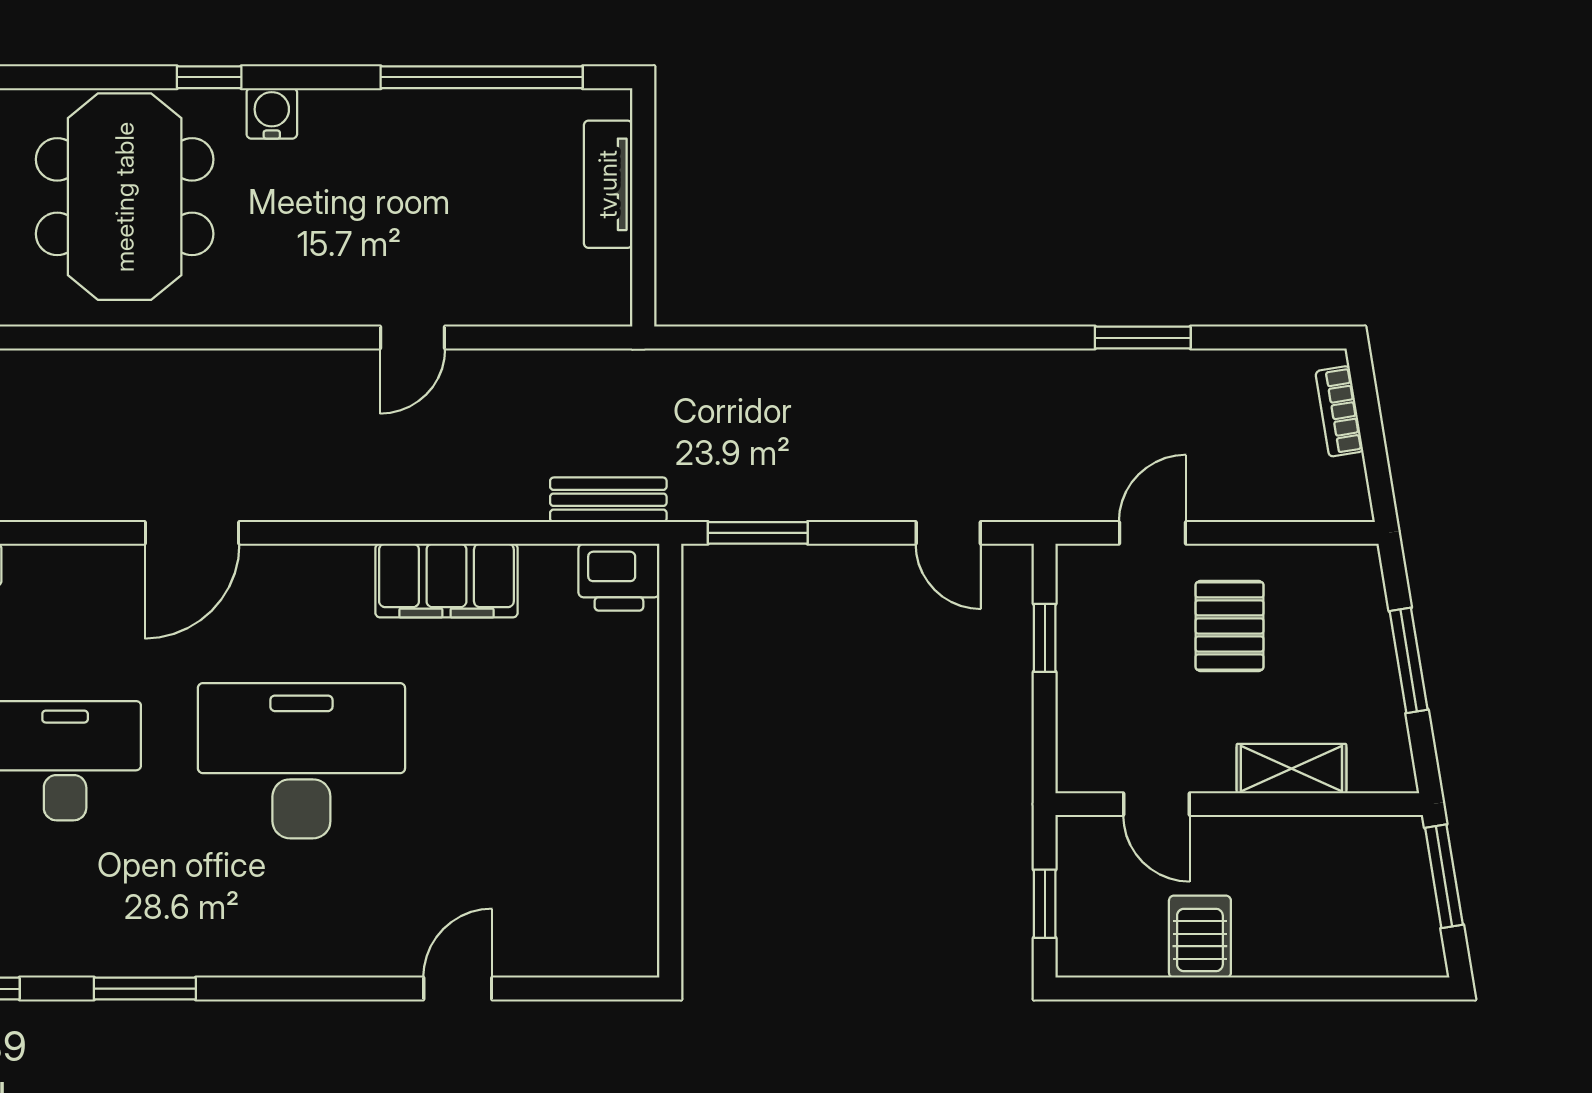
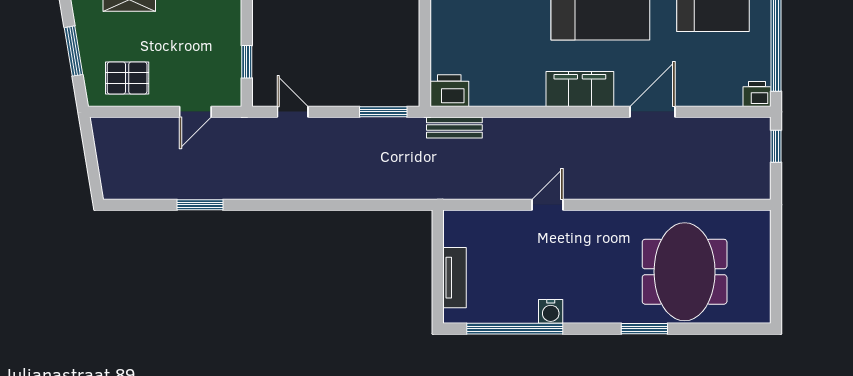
window: (209, 77) -> (644, 329), width x1.50
water cooler: (272, 113) -> (551, 311), moved
bookcase: (1339, 411) -> (107, 170), removed
filing cabinet: (446, 581) -> (580, 89), moved
pallet: (1230, 626) -> (127, 78), moved, turned 90

